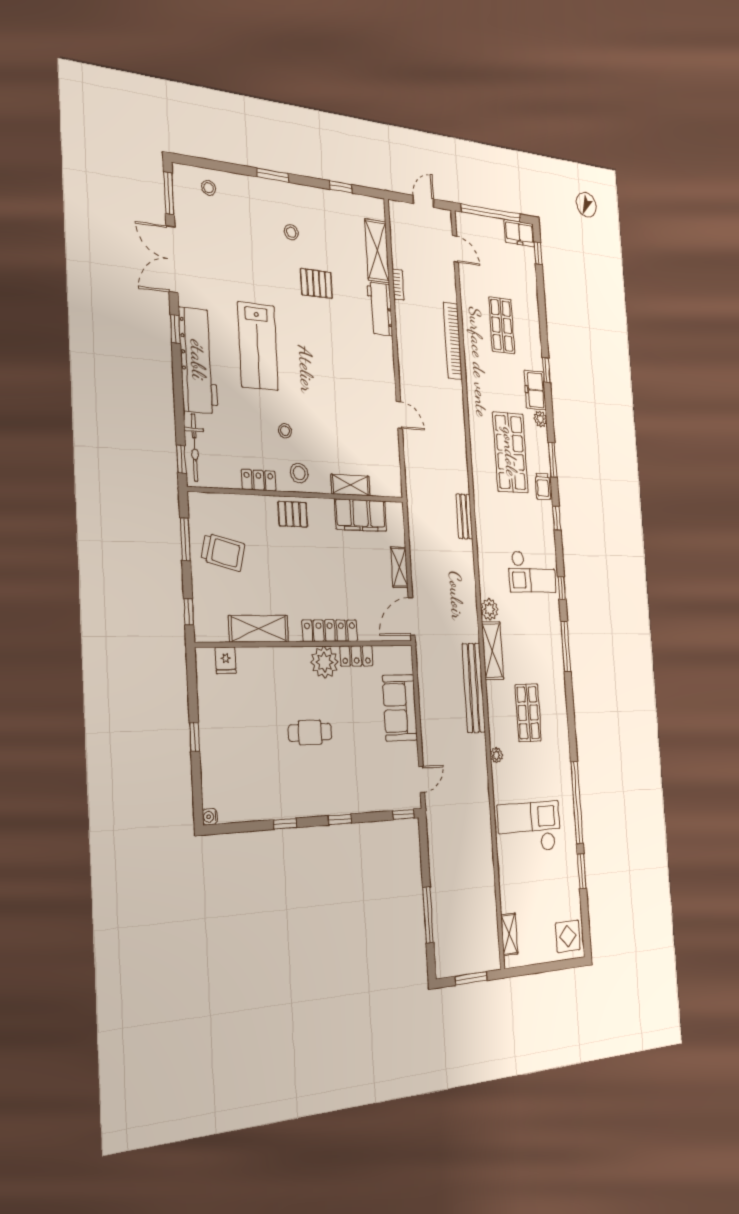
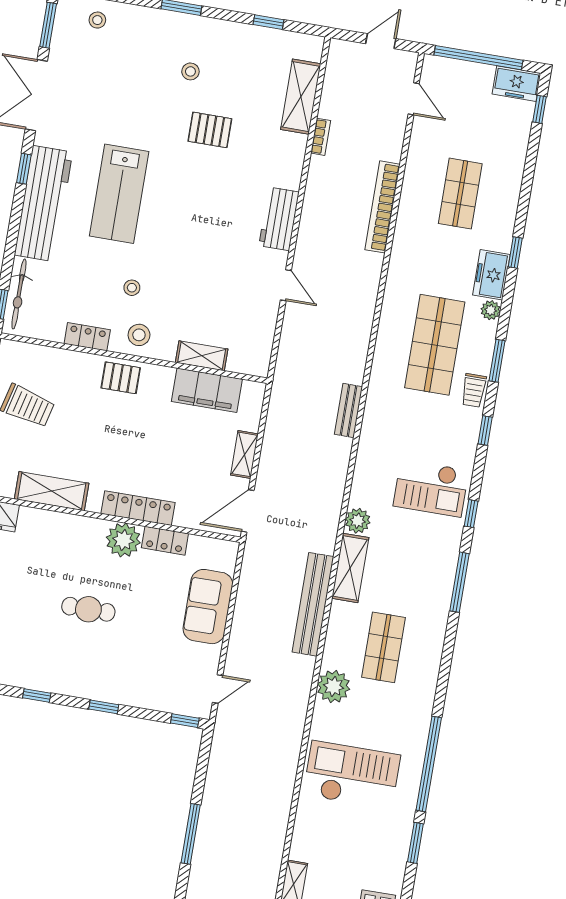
workbench: (380, 309) -> (279, 219), moved
plant: (496, 755) -> (333, 686), width x1.88, depth x1.88

